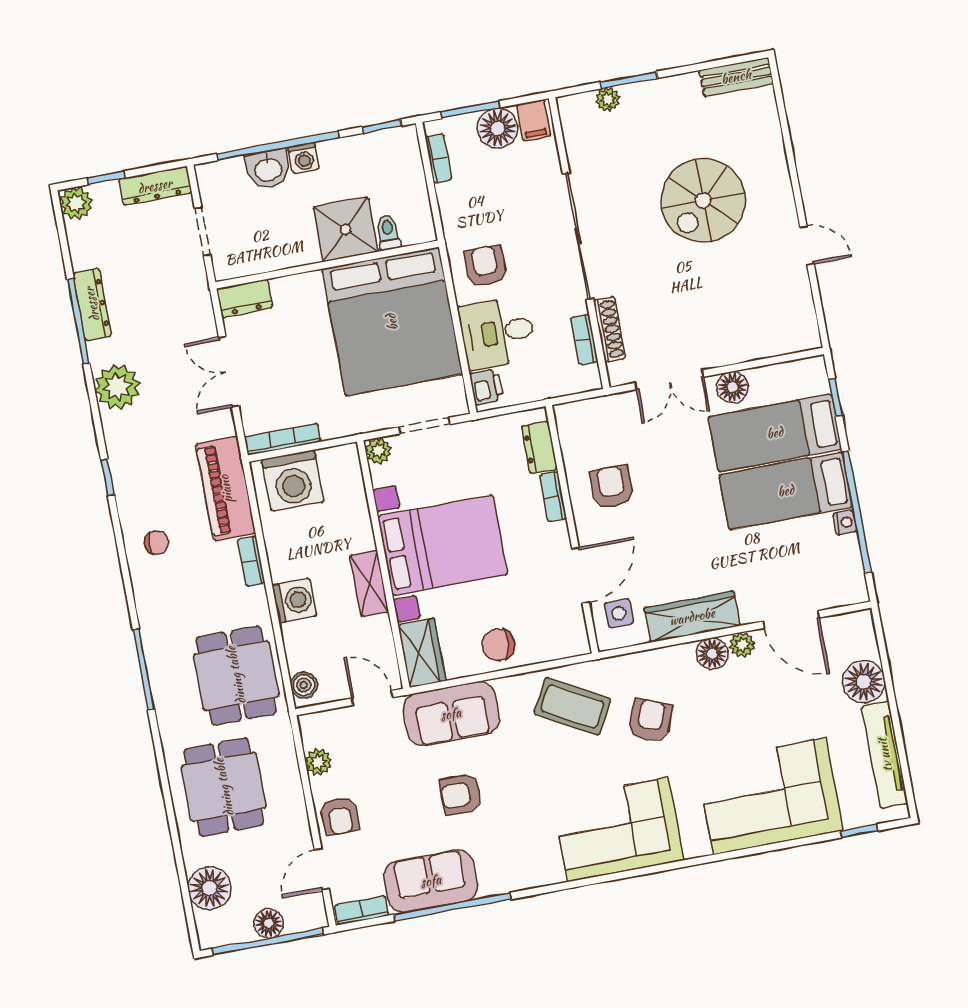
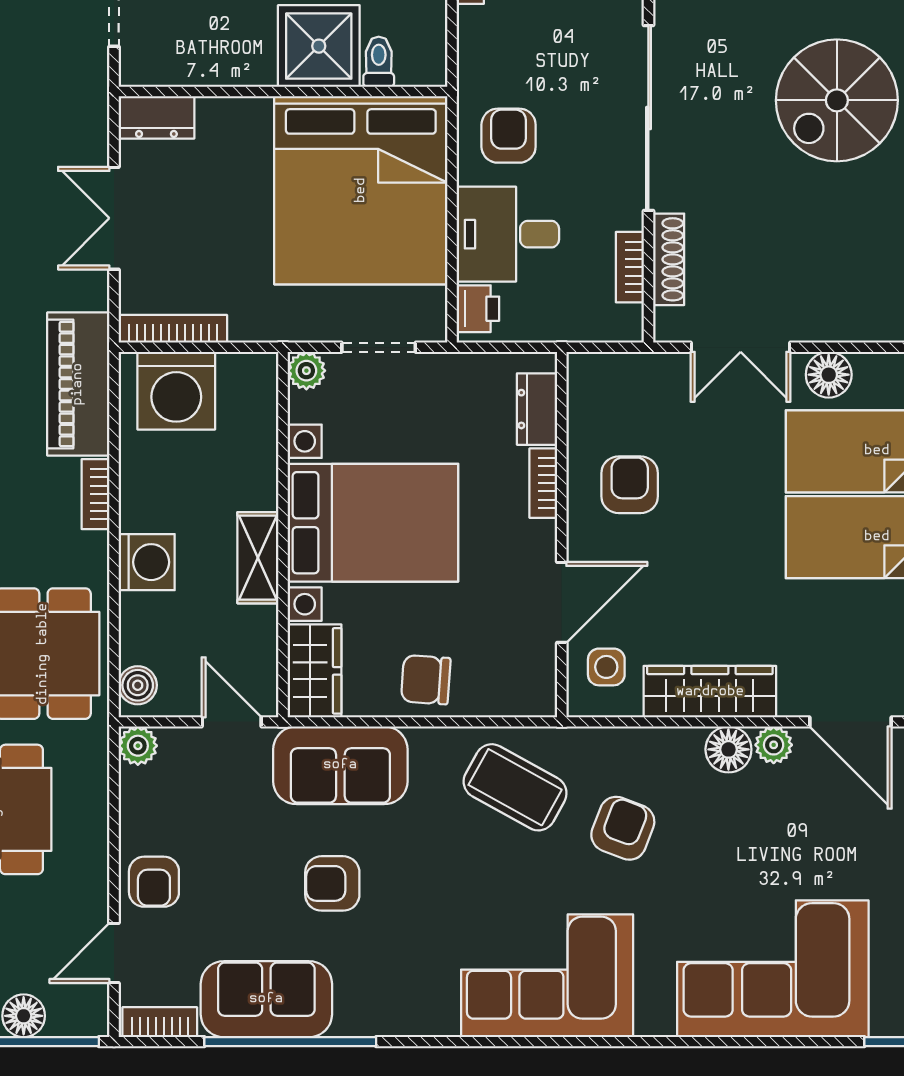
plant: (318, 762) -> (138, 746), moved

